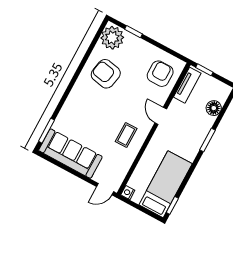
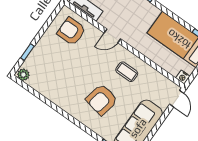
plant: (112, 38) -> (23, 75), width x0.53, depth x0.53
armchair: (106, 74) -> (102, 100), moved

